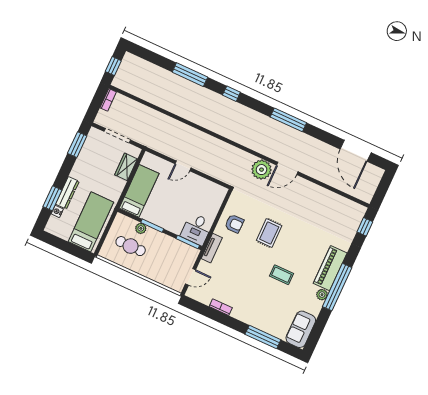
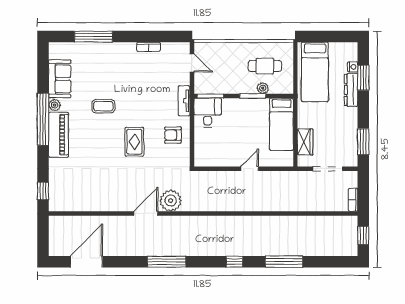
door: (356, 151) -> (87, 262), hinge flipped
door: (191, 277) -> (192, 63), swing flipped
sofa: (301, 329) -> (60, 79), moved

